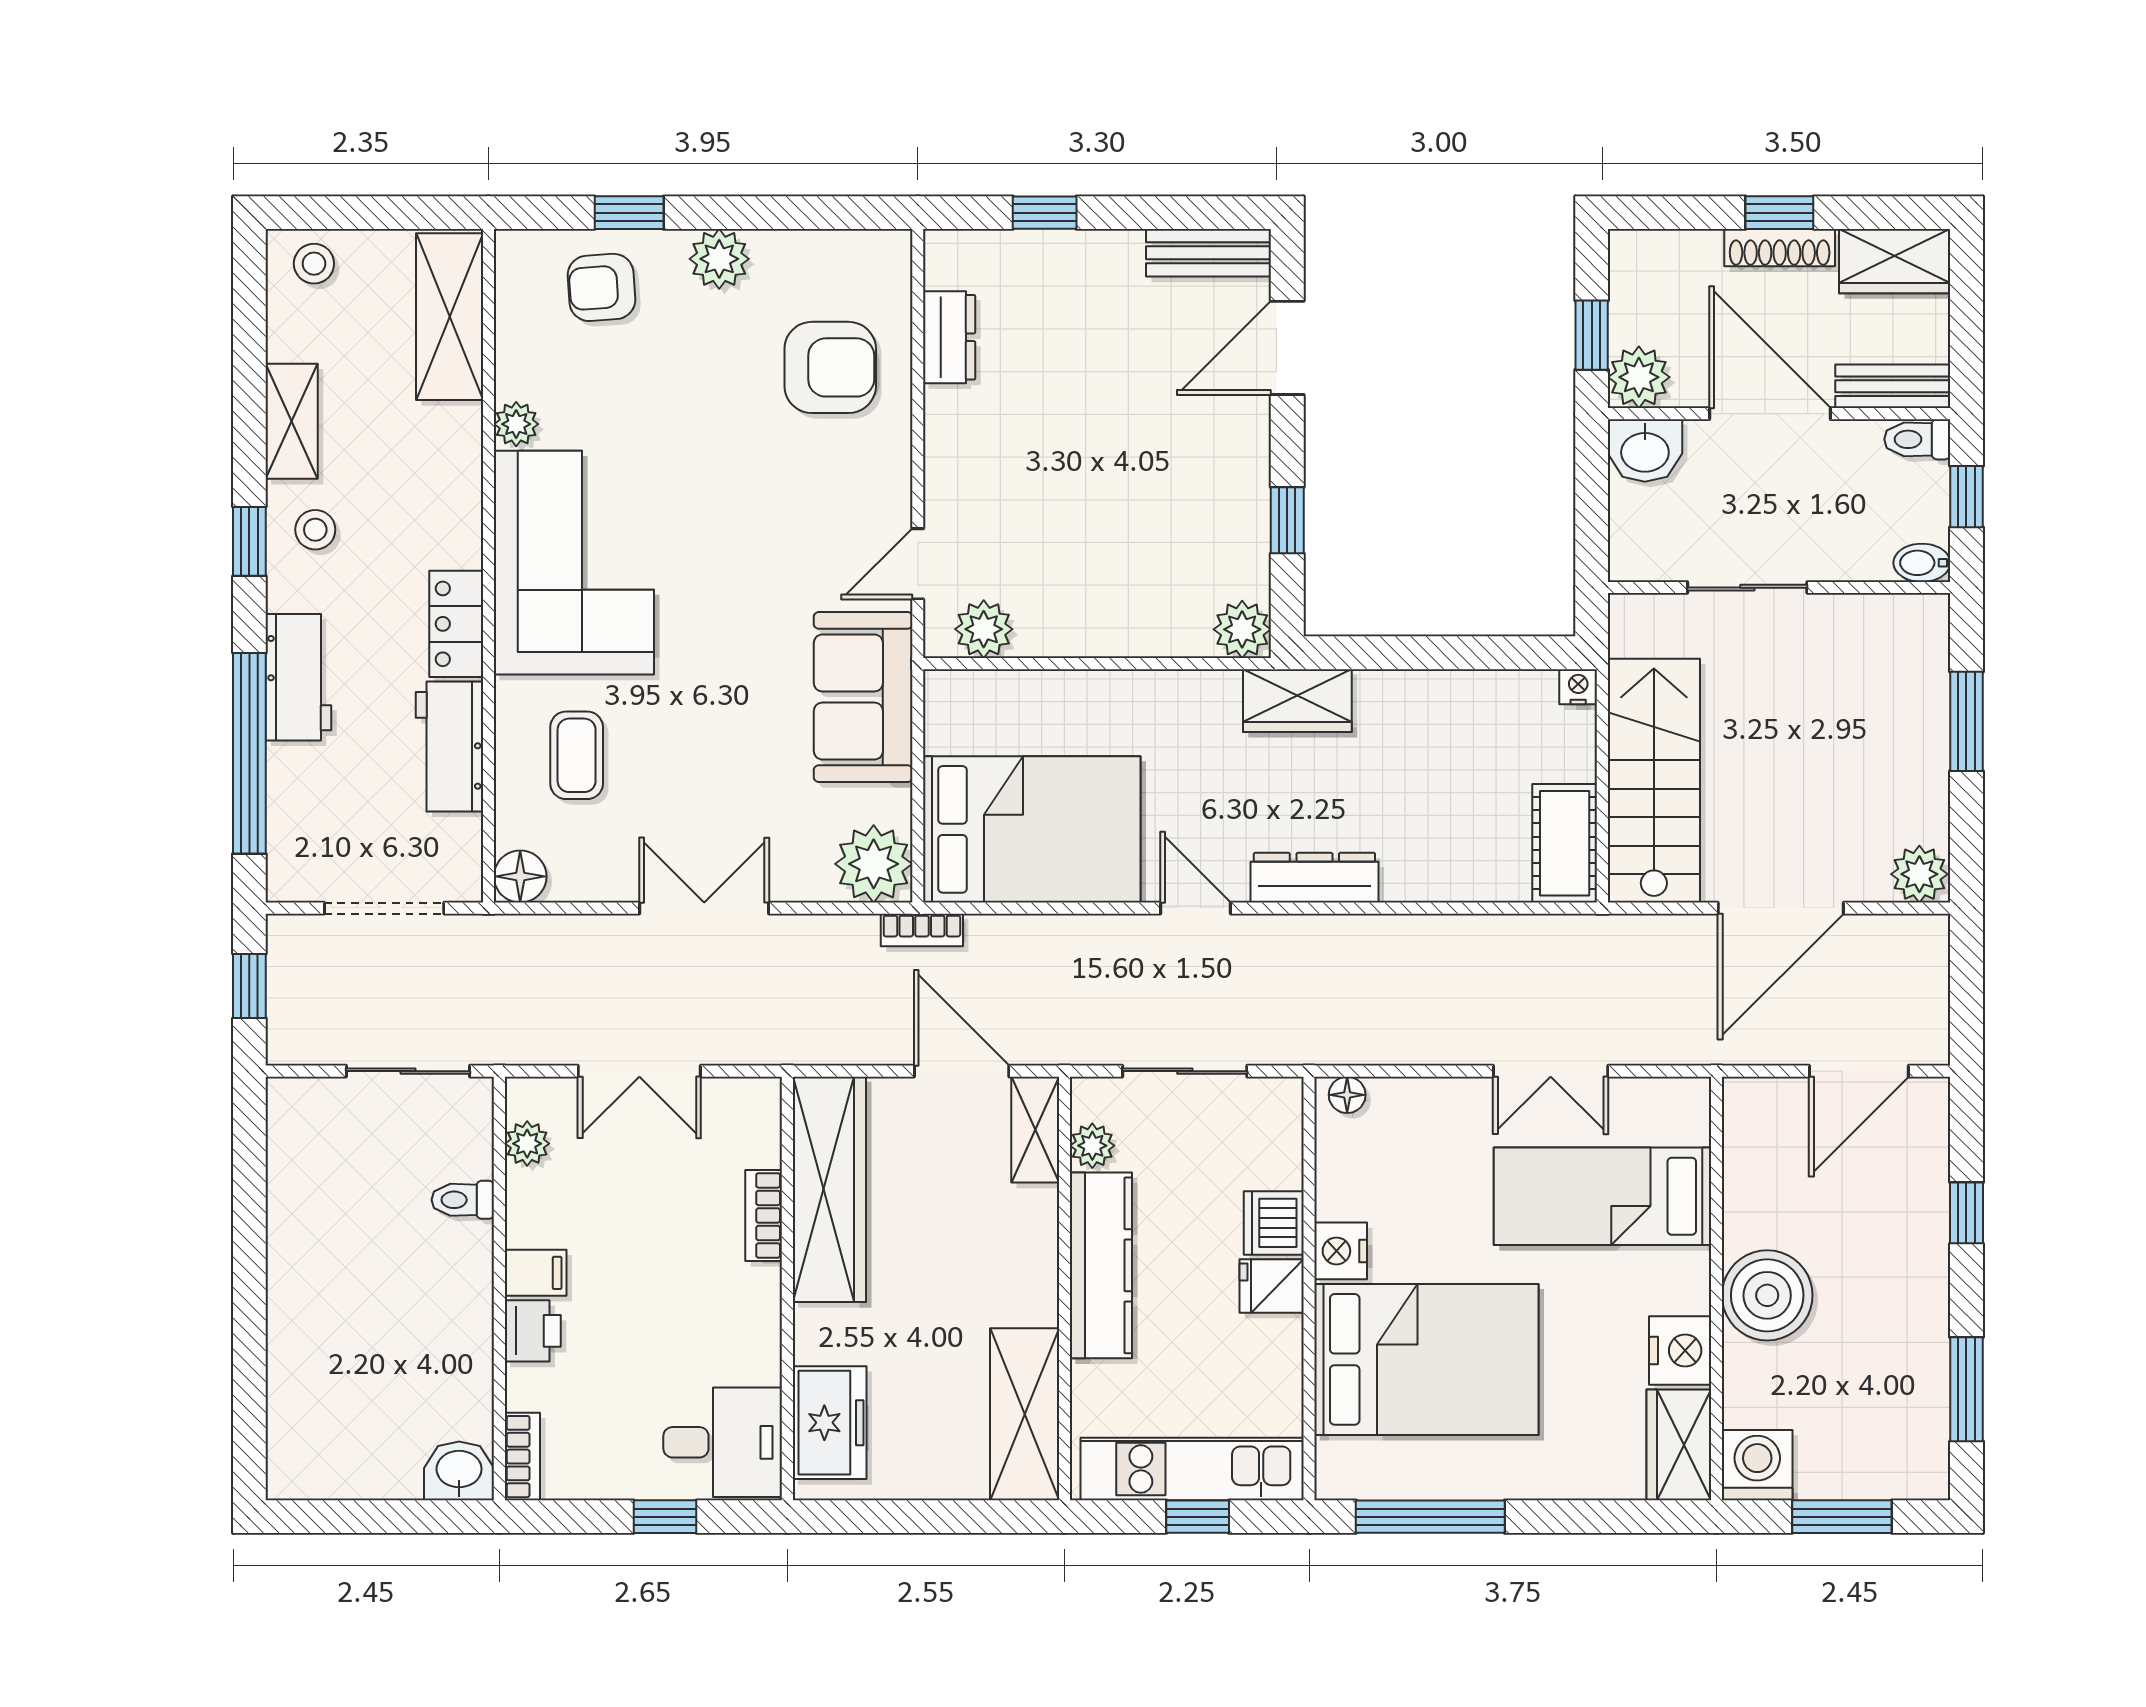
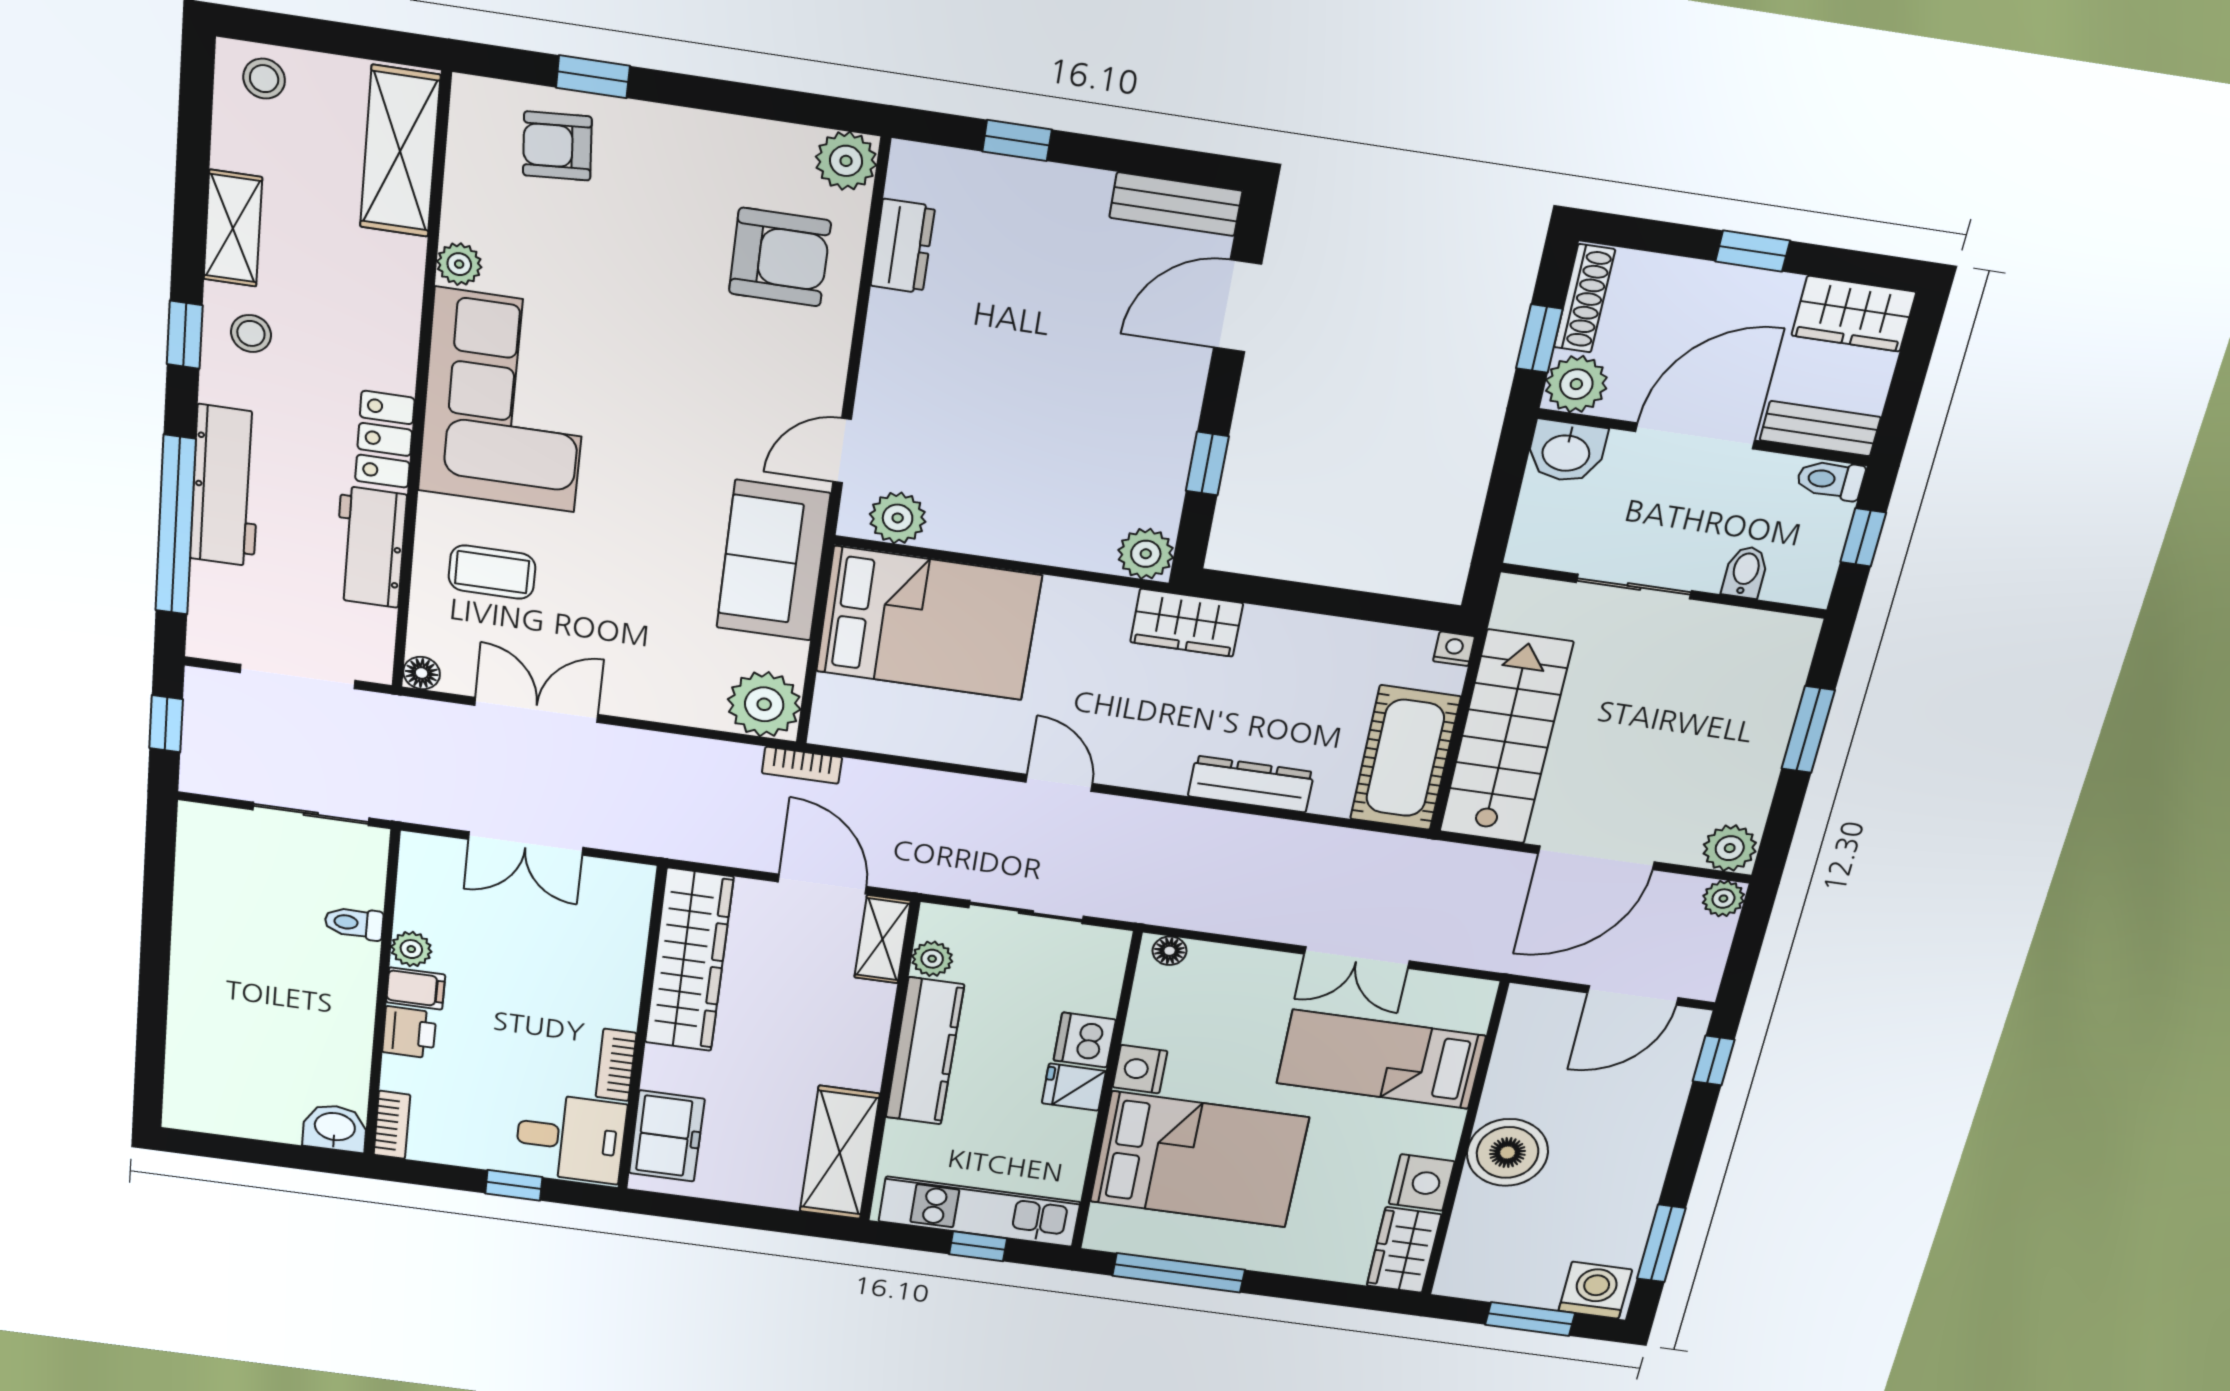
shoe rack: (1780, 248) -> (1584, 298), moved, turned -90
plant: (719, 259) -> (846, 161), moved
door: (1770, 414) -> (1695, 436), hinge flipped
bidet: (1922, 563) -> (1745, 572), moved, turned 90
workbench: (298, 677) -> (226, 486), width x1.38
coffee table: (577, 755) -> (492, 572), turned 90
bed: (1032, 829) -> (929, 623), moved
cot: (1565, 843) -> (1405, 758), width x1.37, depth x1.34
floor lamp: (520, 876) -> (422, 673), width x0.73, depth x0.73
dresser: (1314, 878) -> (1251, 784), moved
double door: (704, 908) -> (536, 710), moved
plant: (1928, 936) -> (1723, 899), added
plant: (527, 1144) -> (411, 949), moved
window: (1966, 1213) -> (1714, 1060), moved
bookcase: (764, 1215) -> (616, 1065), moved
washing machine: (1757, 1465) -> (1595, 1290), moved

